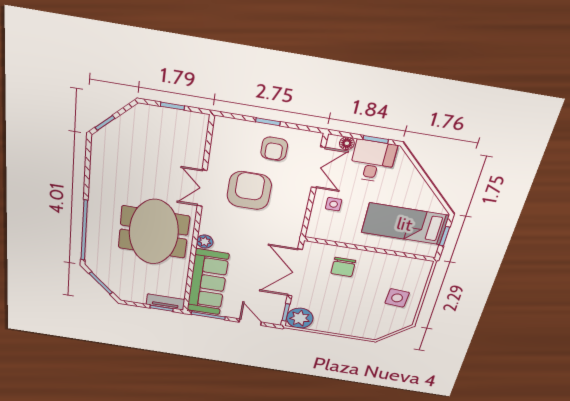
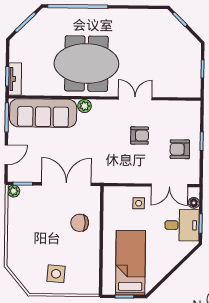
armchair: (249, 191) -> (140, 135), width x0.53, depth x0.53
plant: (300, 318) -> (13, 191), width x0.53, depth x0.53

